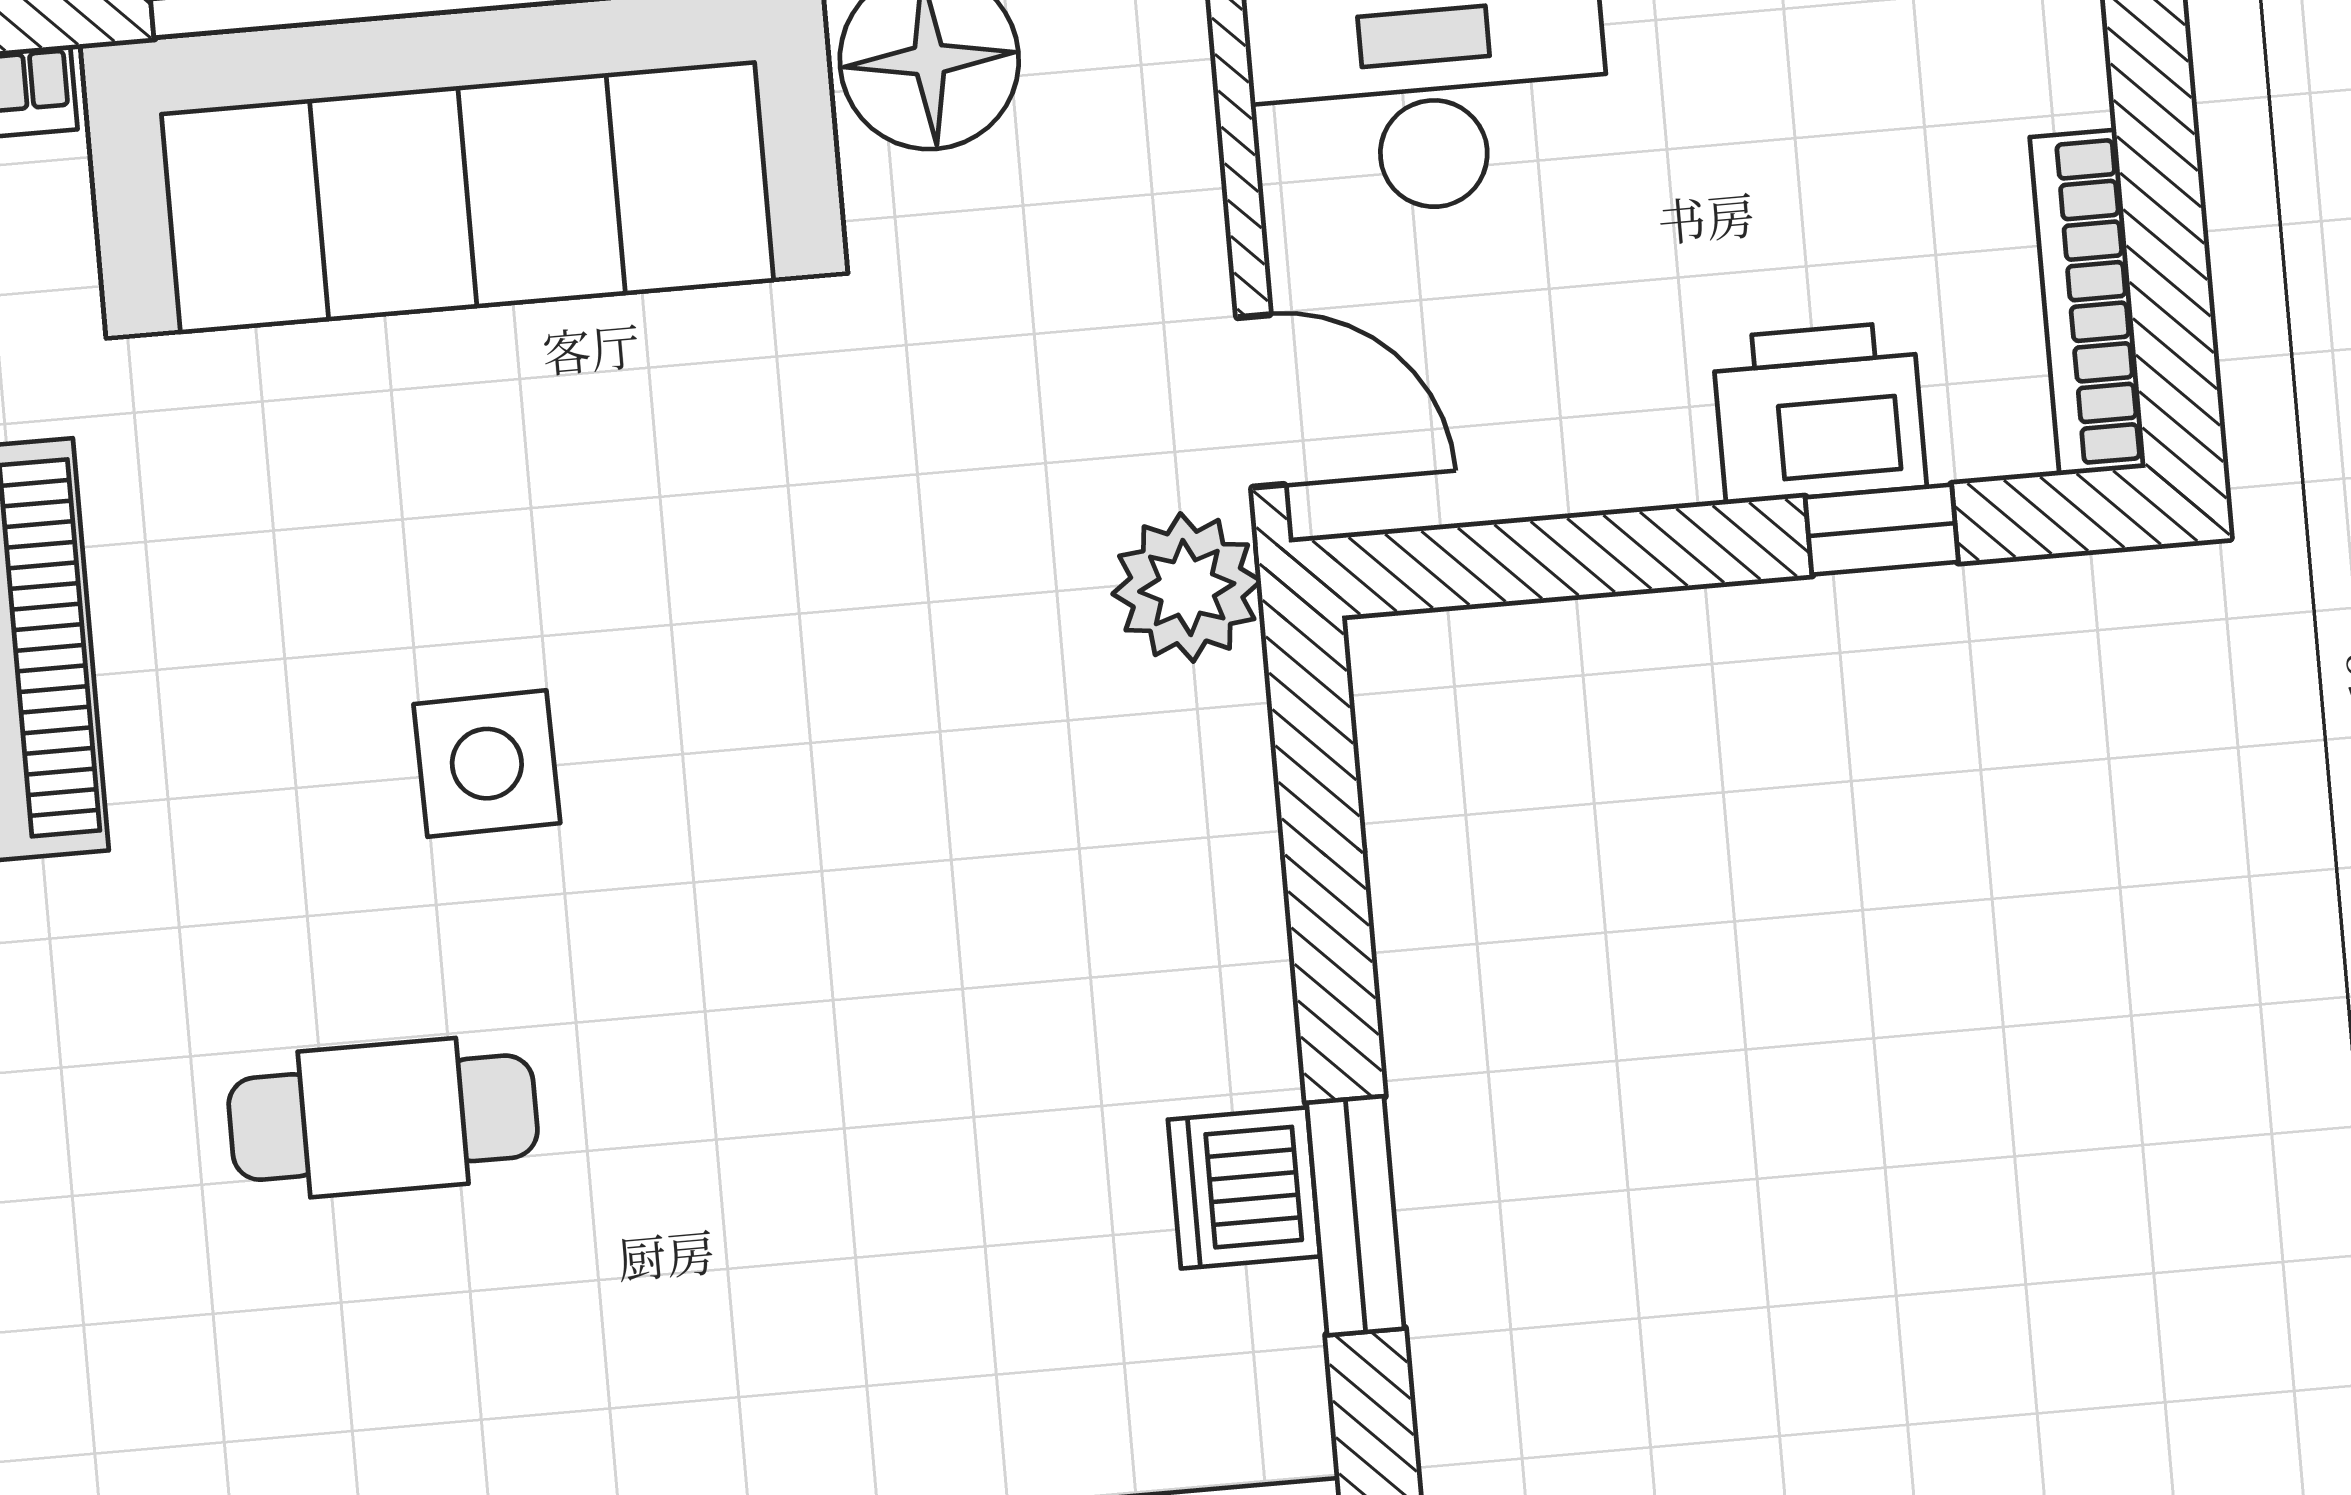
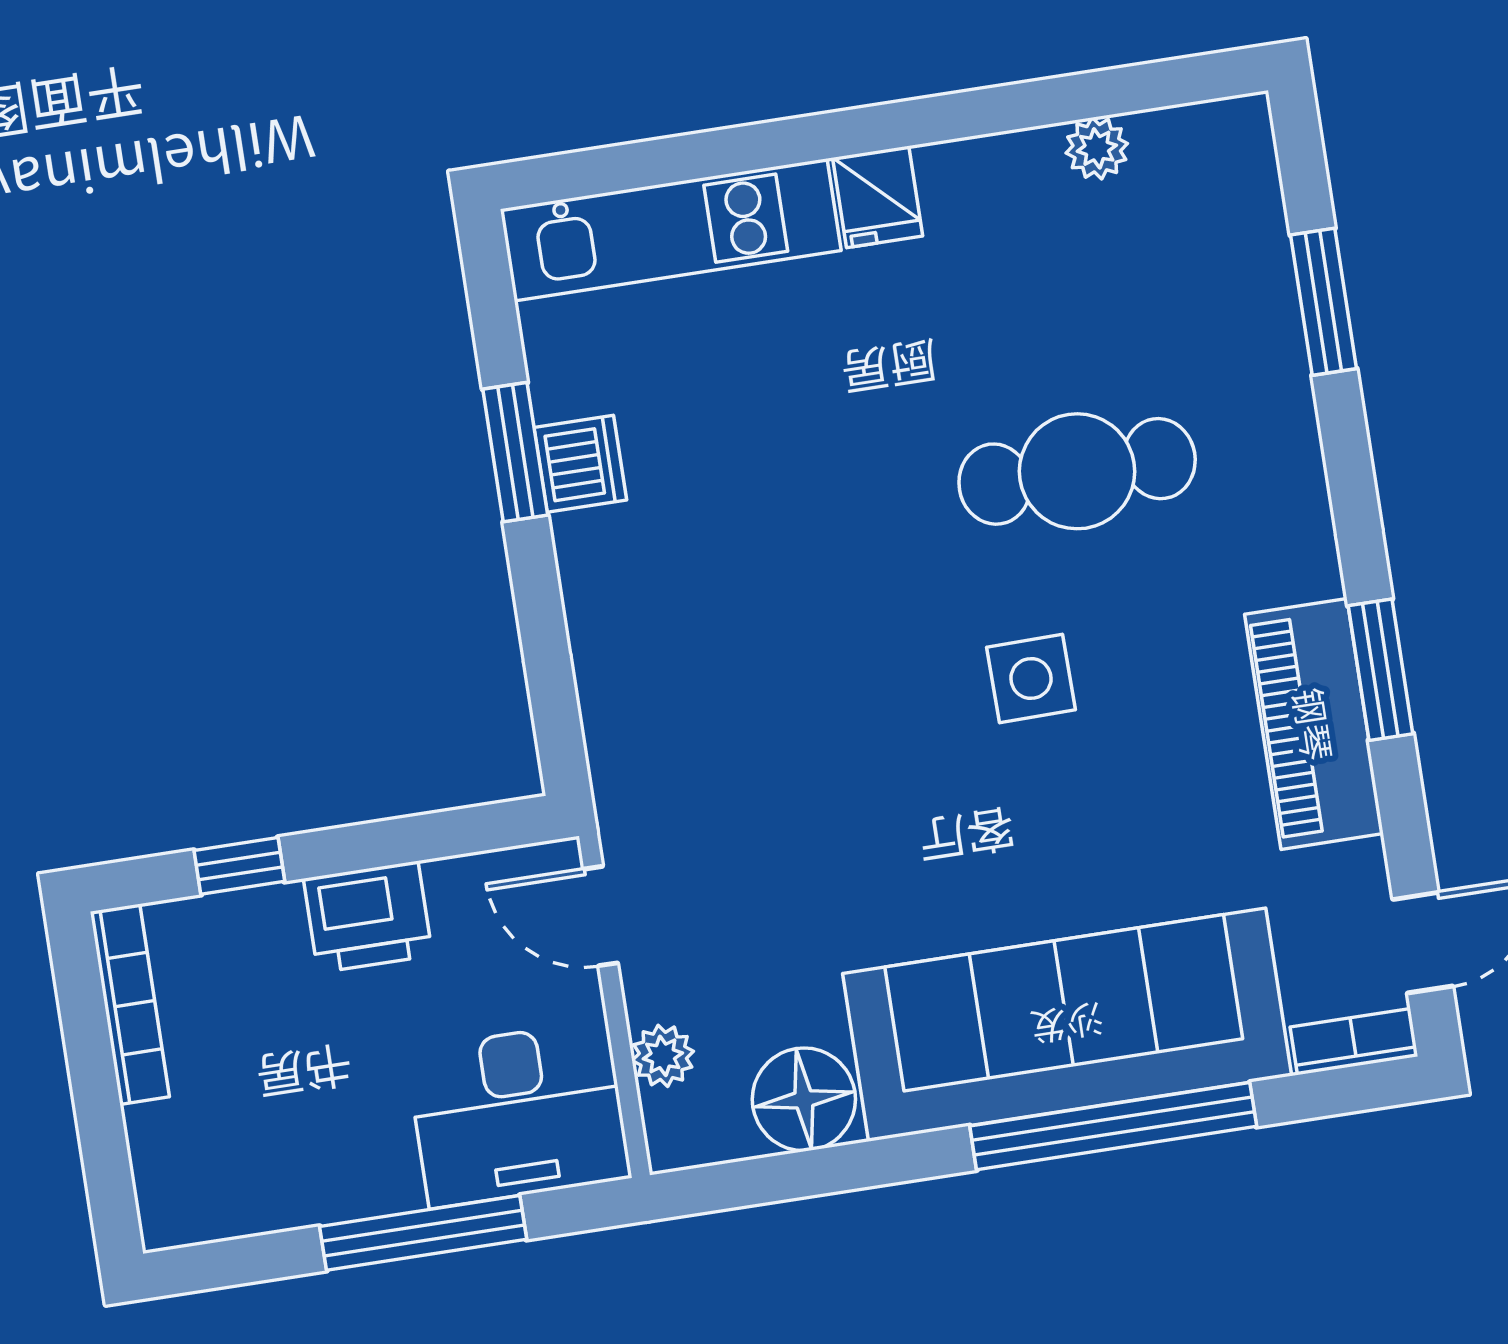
printer: (1819, 413) -> (368, 917), moved
plant: (1187, 587) -> (663, 1056), moved, width x0.73, depth x0.73
cafe table: (383, 1118) -> (1077, 471), width x1.37, depth x1.35

